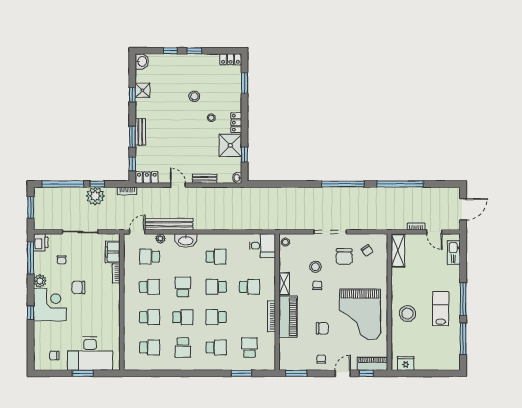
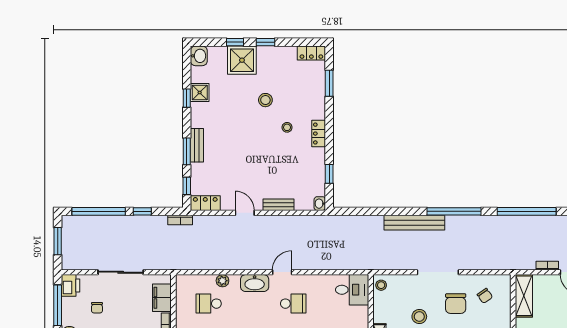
shower: (230, 145) -> (242, 60), moved
plant: (95, 196) -> (140, 227), removed
bench: (169, 224) -> (414, 223), moved
door: (137, 232) -> (282, 272), moved

